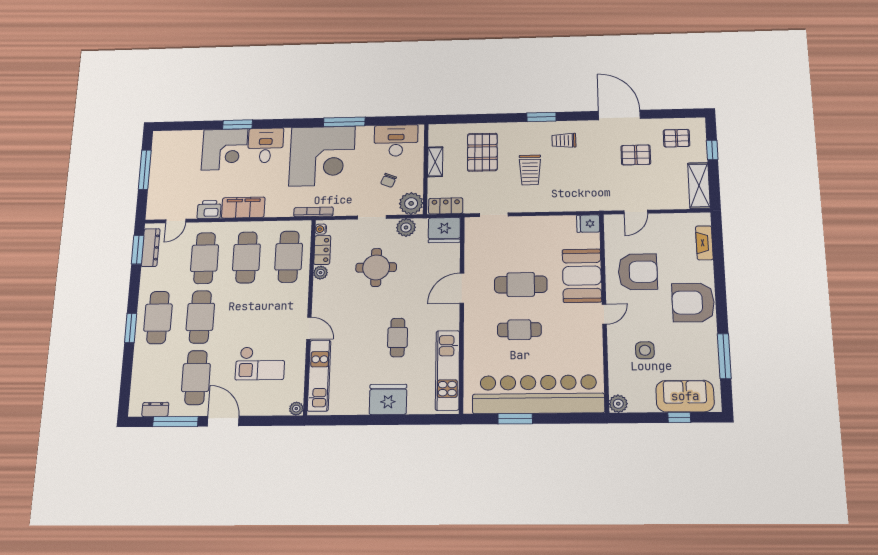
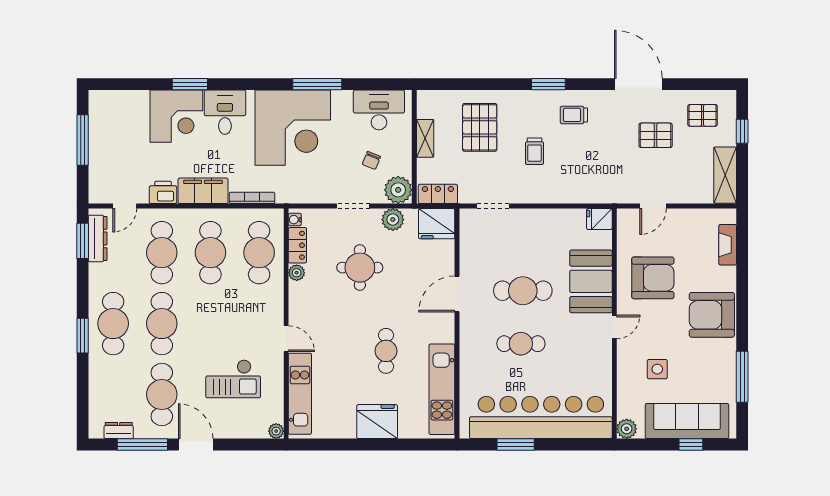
trolley: (530, 170) -> (535, 151), width x0.73, depth x0.72
bookcase: (313, 212) -> (252, 198), moved
sofa: (685, 396) -> (687, 421), width x1.36

